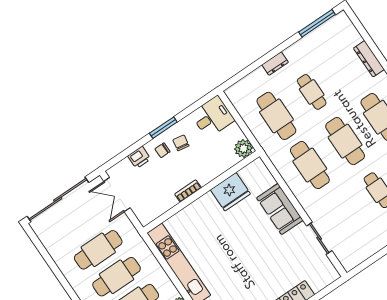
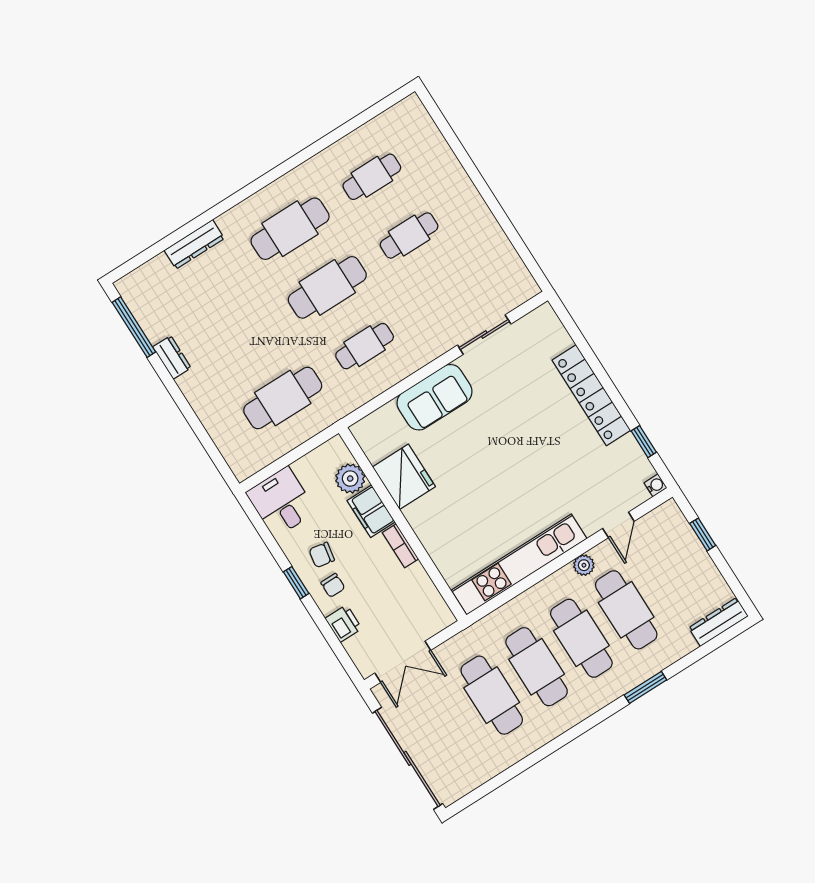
dresser: (275, 64) -> (172, 357), moved
cafe table: (312, 92) -> (245, 339), removed
window: (163, 128) -> (296, 583), width x0.67
plant: (243, 149) -> (350, 479), moved
cafe table: (310, 165) -> (365, 346), width x0.73, depth x0.74
filing cabinet: (209, 172) -> (371, 511), added

